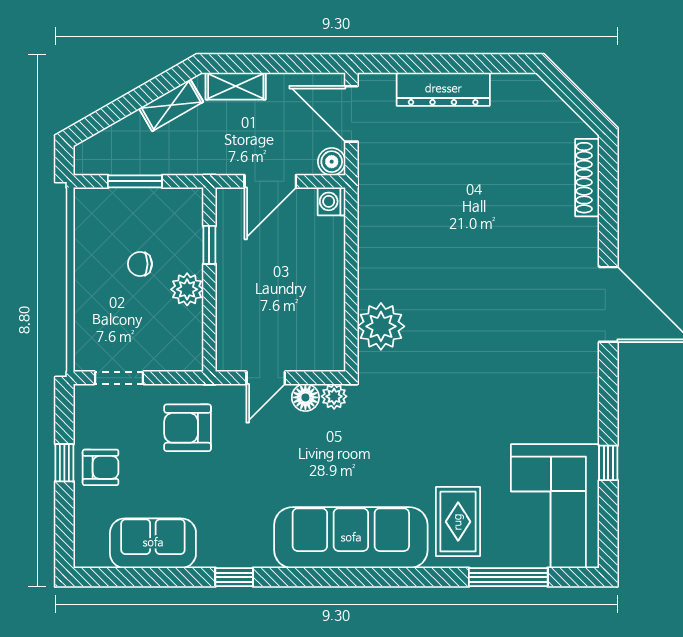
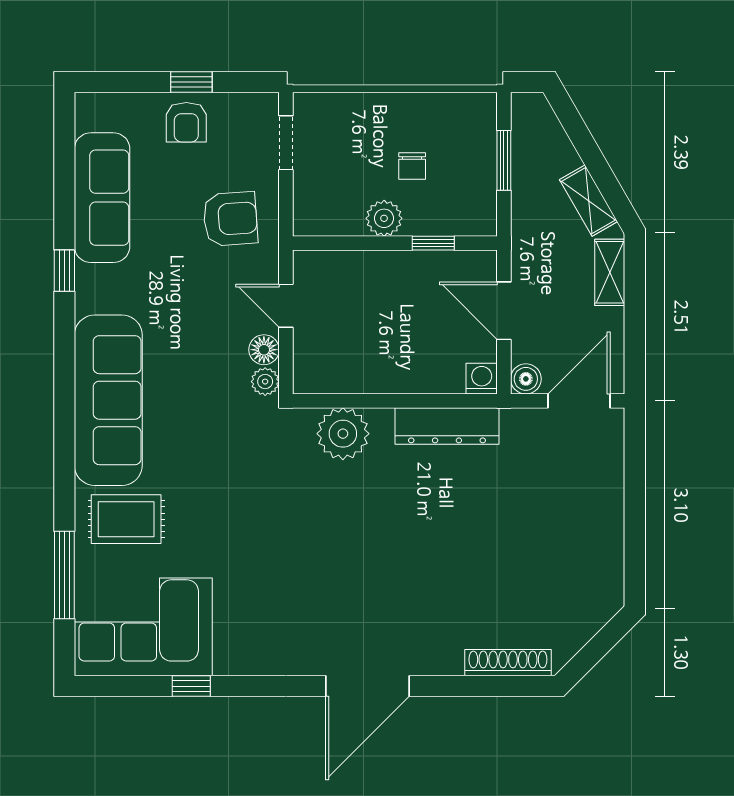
dresser: (443, 89) -> (447, 426), moved, turned -90
chair: (140, 264) -> (412, 166), turned 180
armchair: (188, 428) -> (230, 219), turned 86
sofa: (153, 543) -> (102, 198), width x1.36

